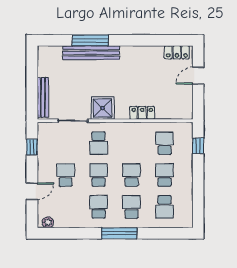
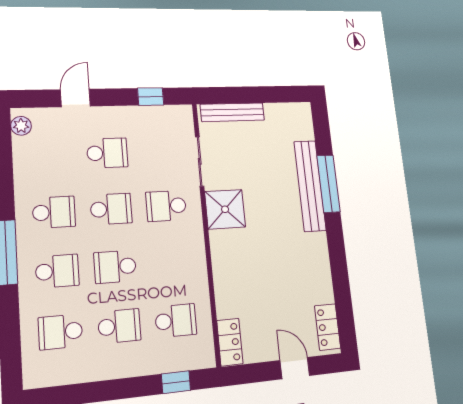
locker: (142, 113) -> (230, 342), moved
school desk: (132, 175) -> (115, 267), turned 180
door: (32, 191) -> (75, 98), swing flipped

